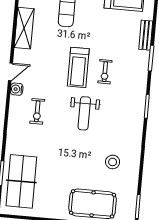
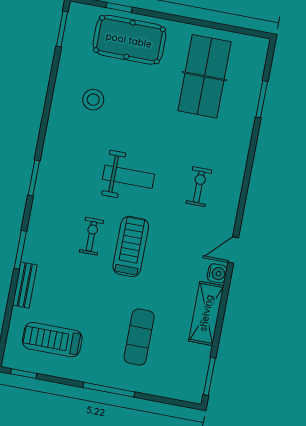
water cooler: (17, 89) -> (217, 273), moved
weight bench: (84, 113) -> (129, 177), turned 90
table tennis table: (21, 181) -> (204, 76), moved

